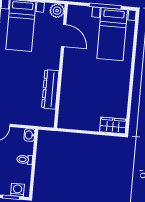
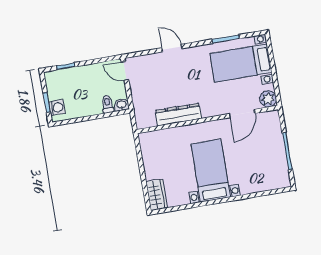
bed with nightstands: (112, 34) -> (211, 171), moved, turned 90
toilet: (25, 160) -> (107, 104), moved

